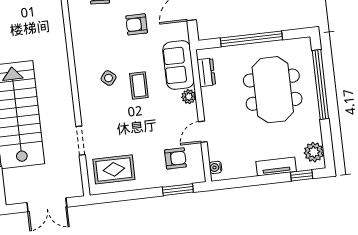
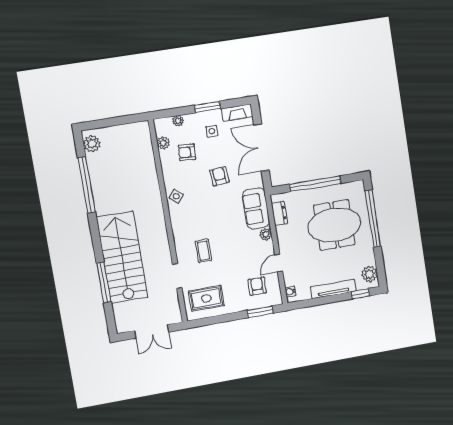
armchair: (137, 24) -> (219, 176), turned 85
side table: (109, 78) -> (176, 196), moved
coffee table: (139, 86) -> (203, 251), moved
meeting table: (273, 90) -> (334, 225), turned 90
armchair: (175, 158) -> (257, 286), turned -90
tv unit: (276, 166) -> (333, 289), width x1.41

